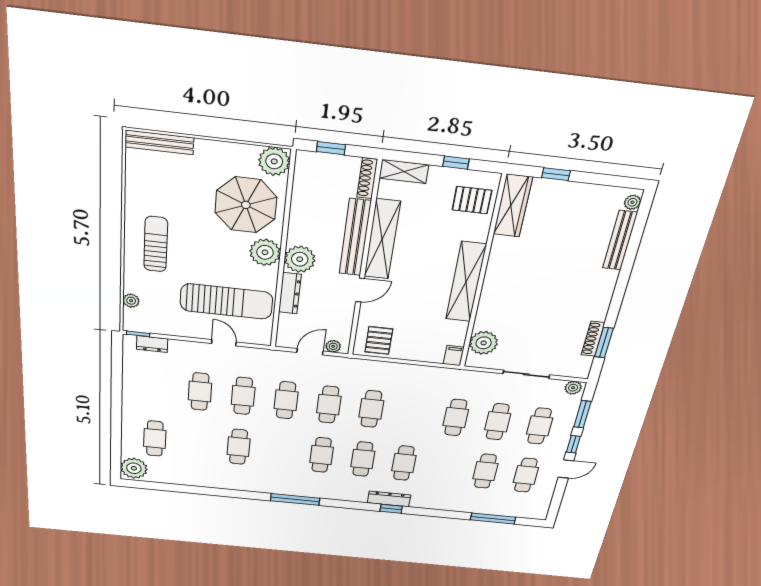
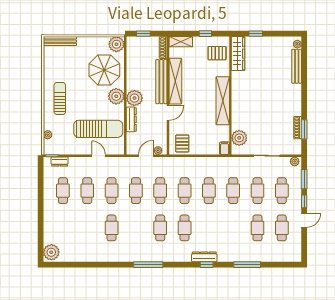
cafe table: (155, 438) -> (63, 191), moved
cafe table: (404, 463) -> (209, 191), moved
window: (493, 519) -> (247, 265), moved

